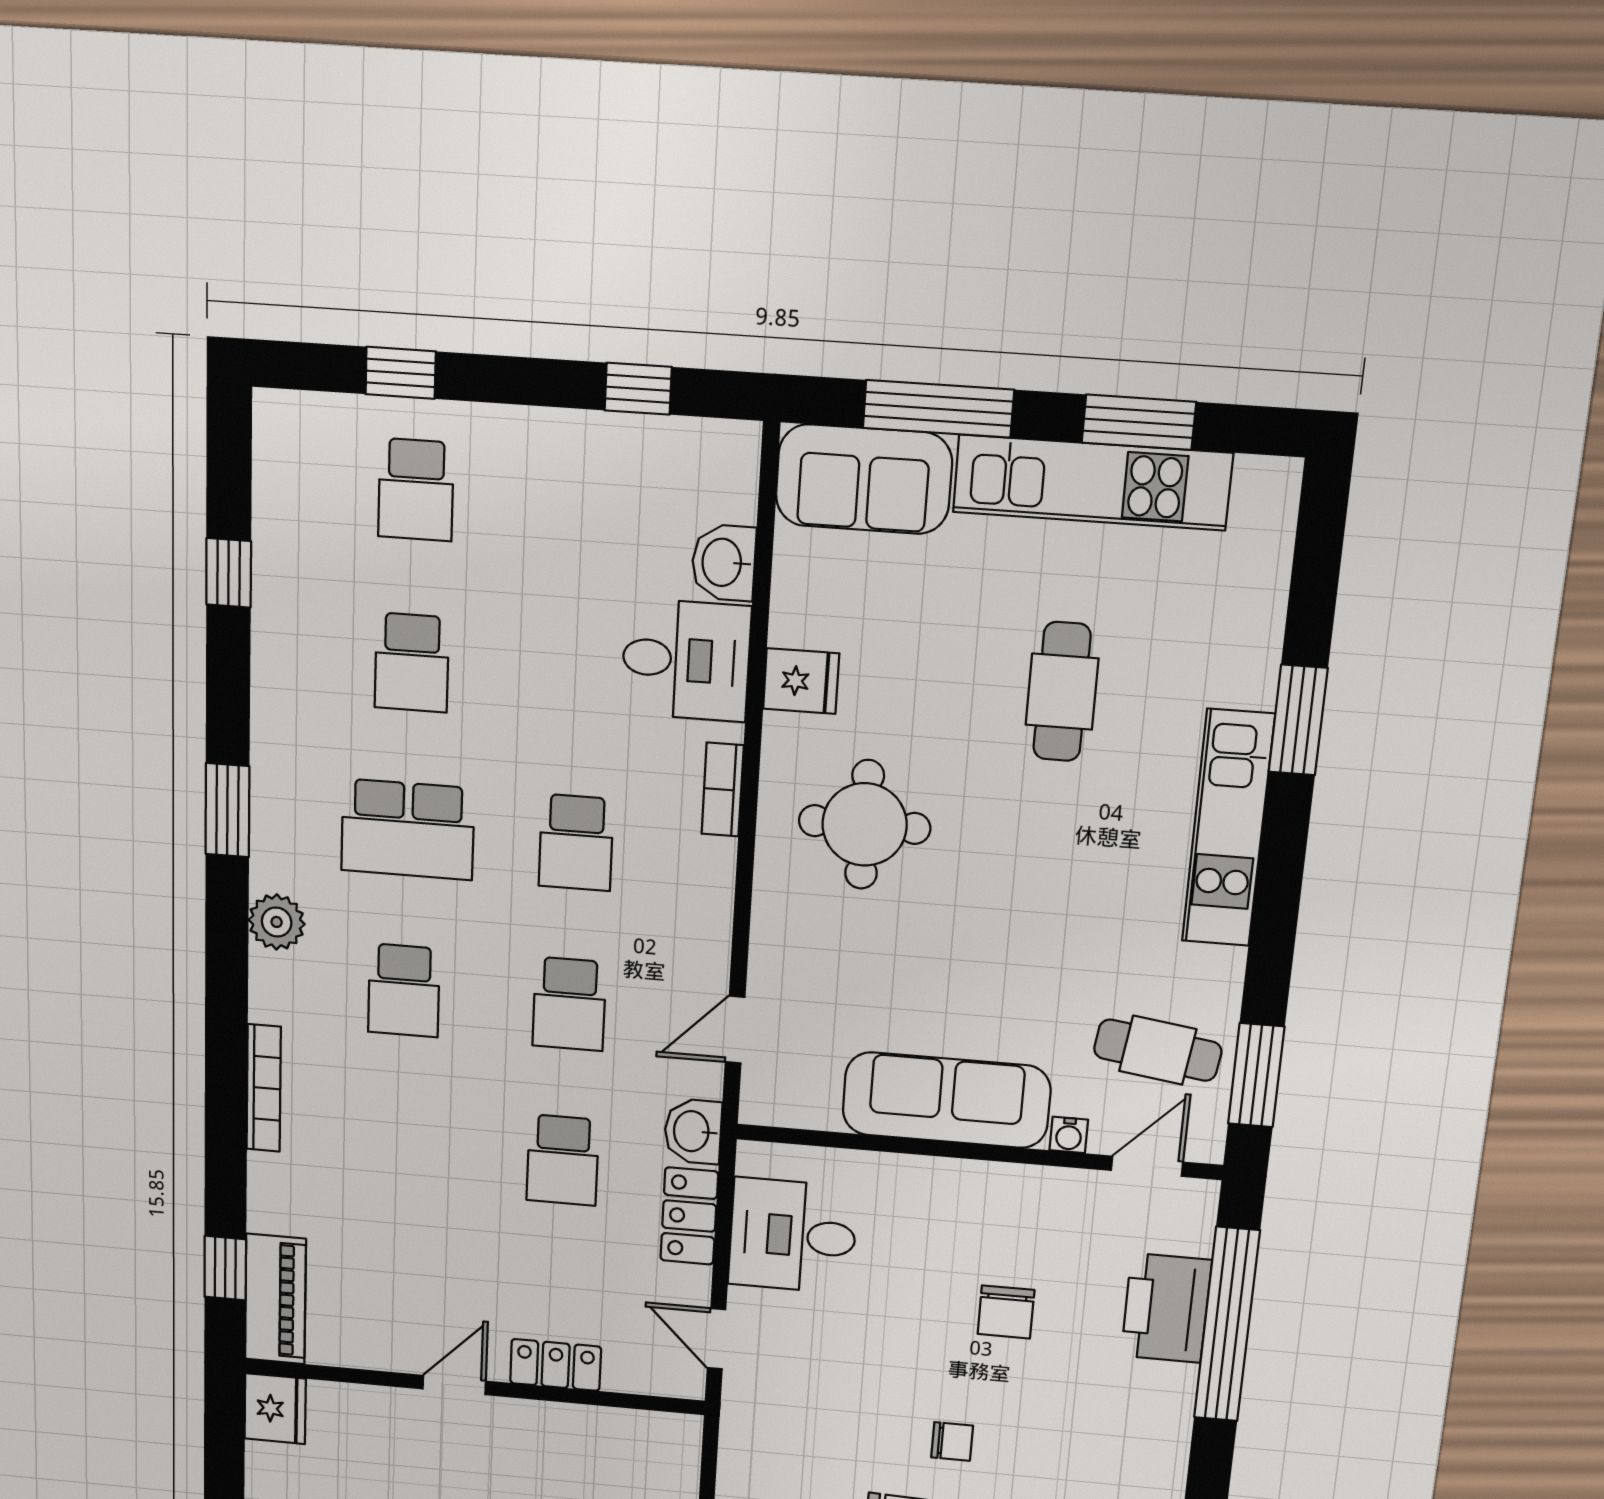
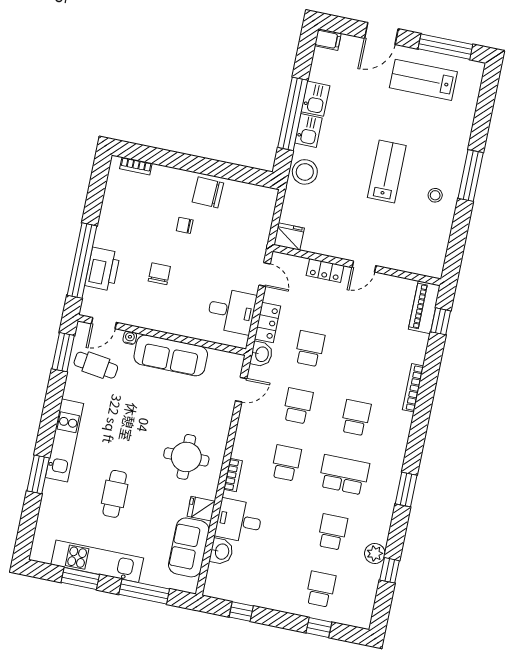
sofa: (864, 479) -> (189, 547), moved, turned -90
plant: (277, 922) -> (375, 554), moved
fridge: (275, 1409) -> (289, 237), moved, turned 90

